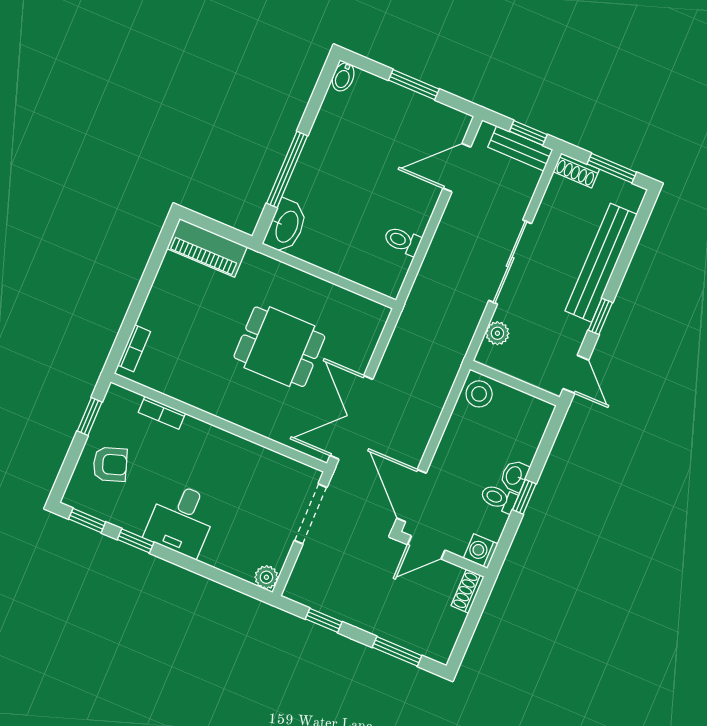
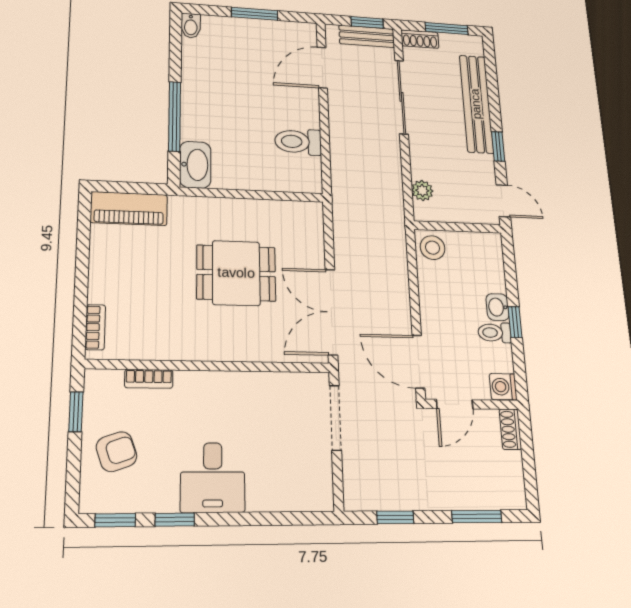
toilet: (402, 241) -> (298, 142), width x1.37, depth x1.39
sliding door: (510, 262) -> (401, 97), moved
plant: (266, 577) -> (321, 499), removed

